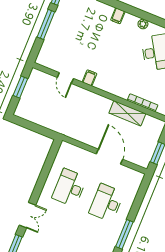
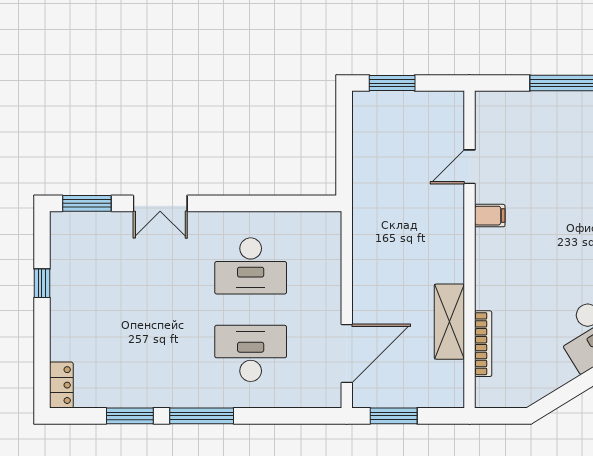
window: (20, 87) -> (392, 83), moved
door: (109, 157) -> (347, 353), moved
desk: (70, 188) -> (251, 266), turned 180

